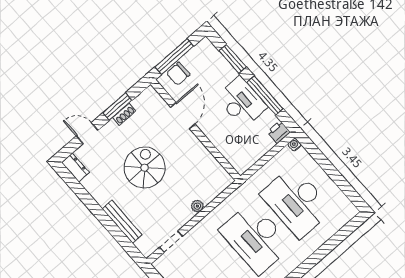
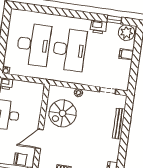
spiral stairs: (145, 168) -> (63, 113), moved

